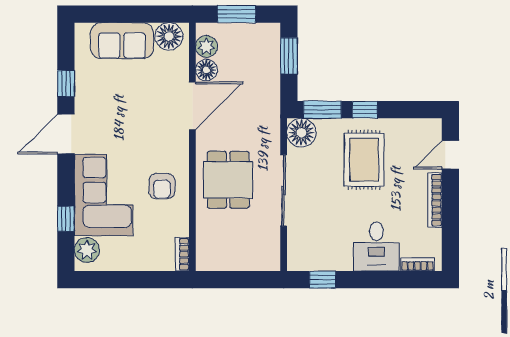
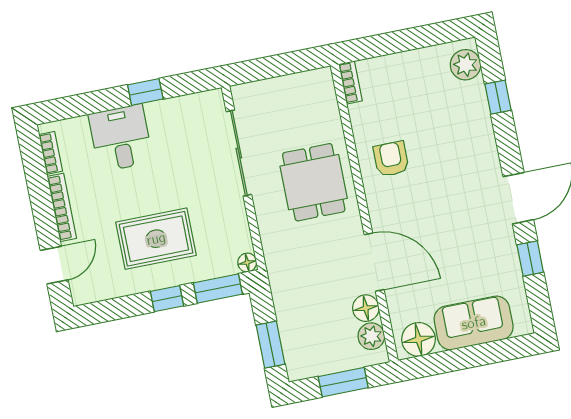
door: (192, 106) -> (374, 262), swing flipped
floor lamp: (301, 133) -> (247, 262), width x0.53, depth x0.53
rug: (364, 160) -> (156, 239), turned 90
sliding door: (284, 190) -> (239, 153), moved
corner sofa: (104, 195) -> (459, 134), removed
bookcase: (417, 264) -> (51, 153), moved, turned -90
window: (323, 280) -> (145, 92), moved

